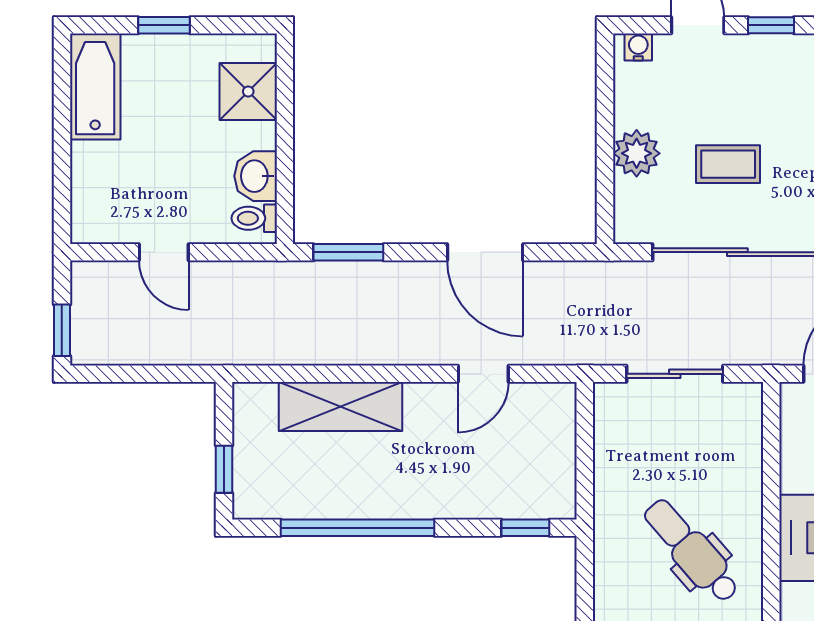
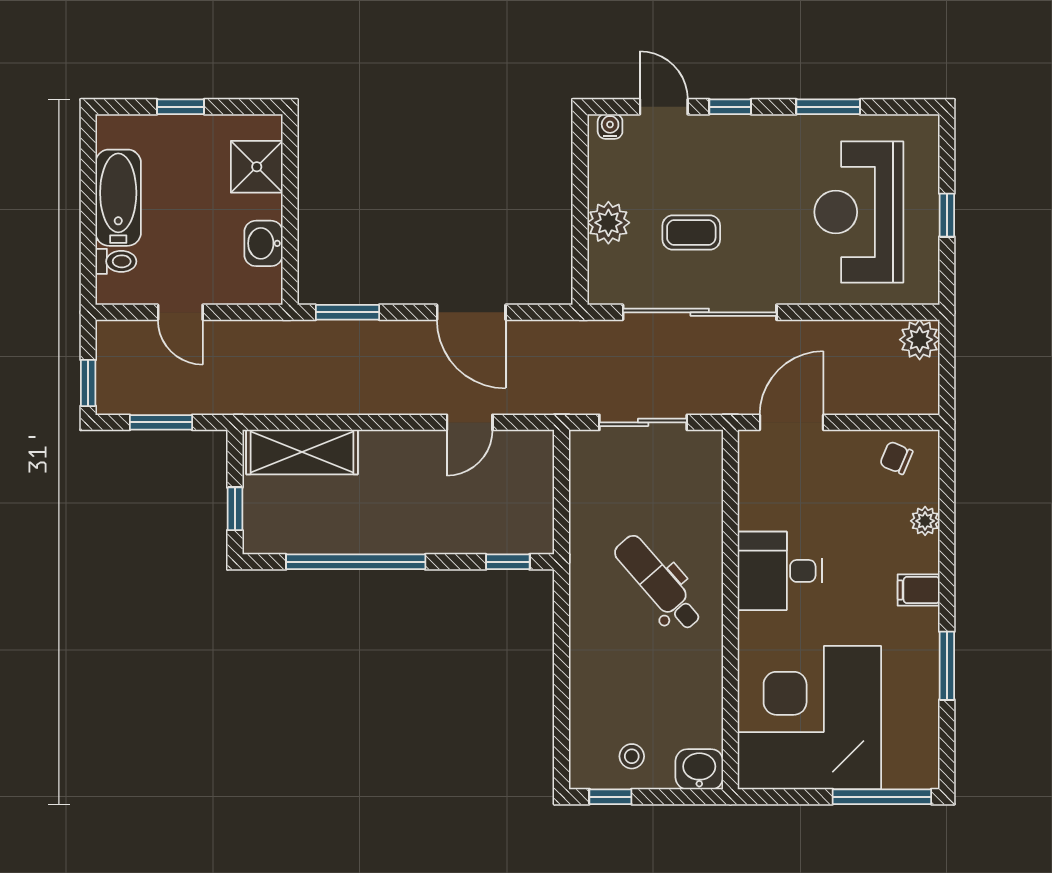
bathtub: (95, 87) -> (118, 198), moved
toilet: (254, 218) -> (116, 261), moved, turned 180
window: (142, 374) -> (161, 422), added
shelving: (340, 407) -> (302, 452), moved

